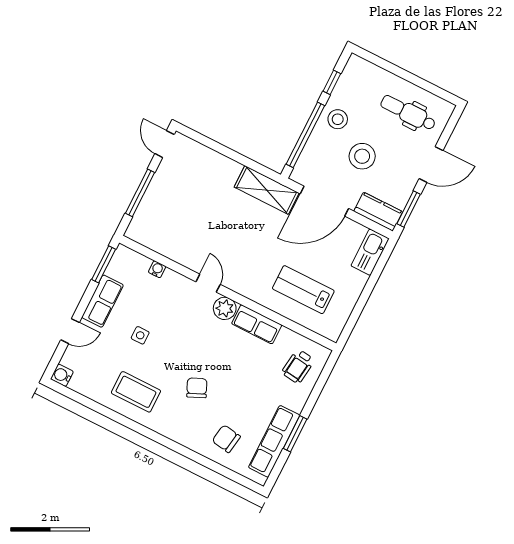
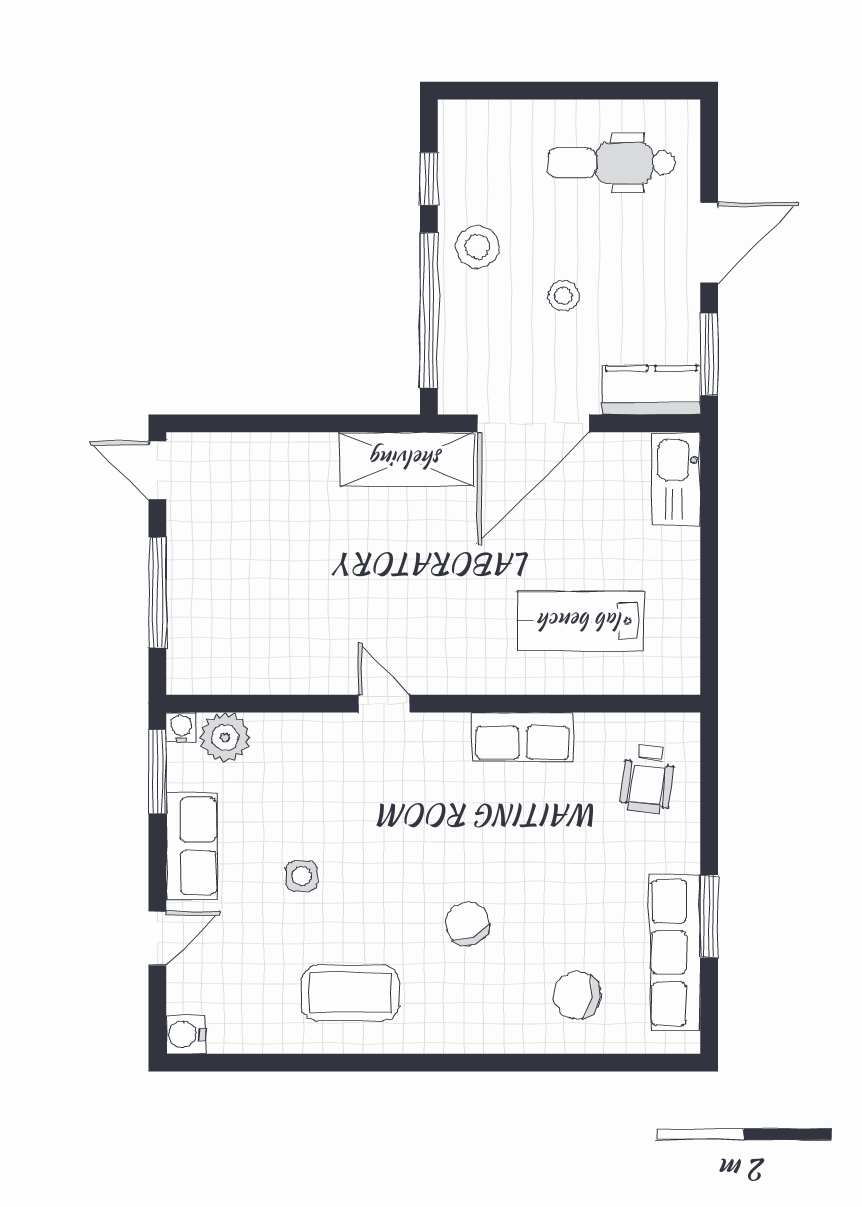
stool: (362, 156) -> (563, 296), width x0.53, depth x0.53
water cooler: (157, 269) -> (181, 727), moved
plant: (225, 308) -> (225, 737), moved

